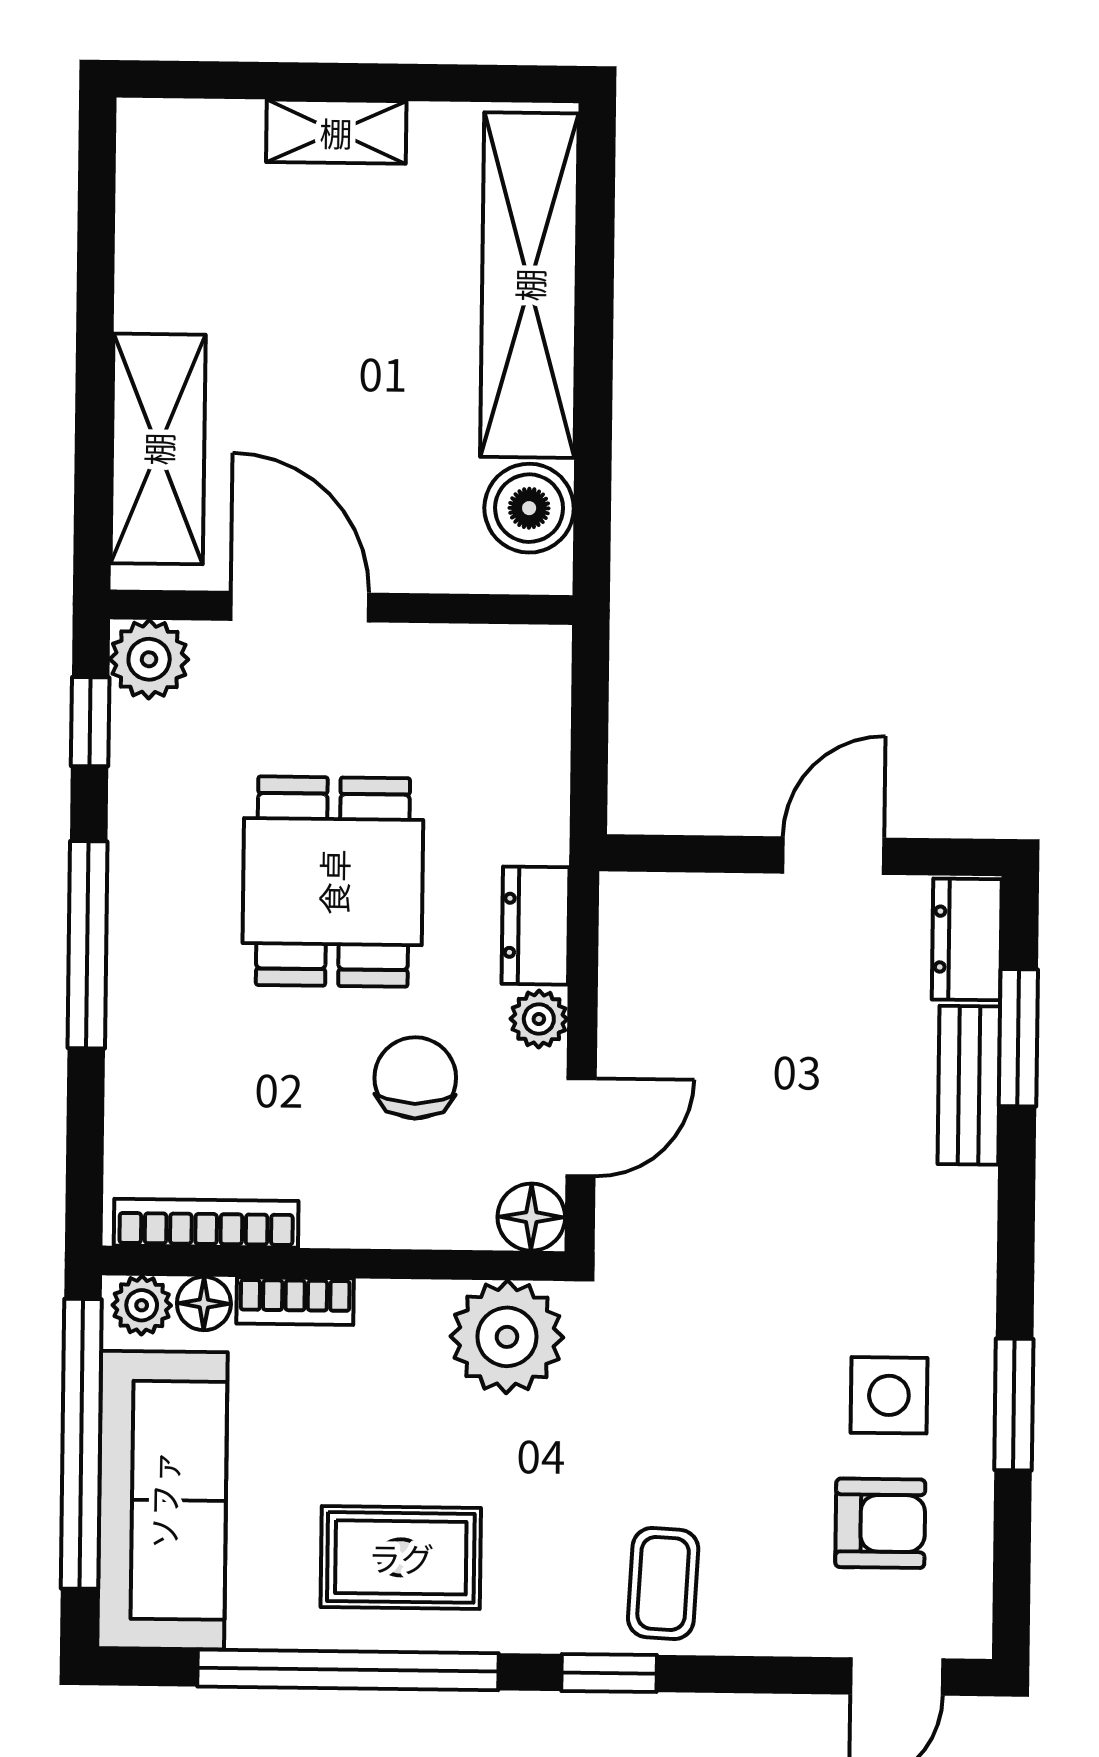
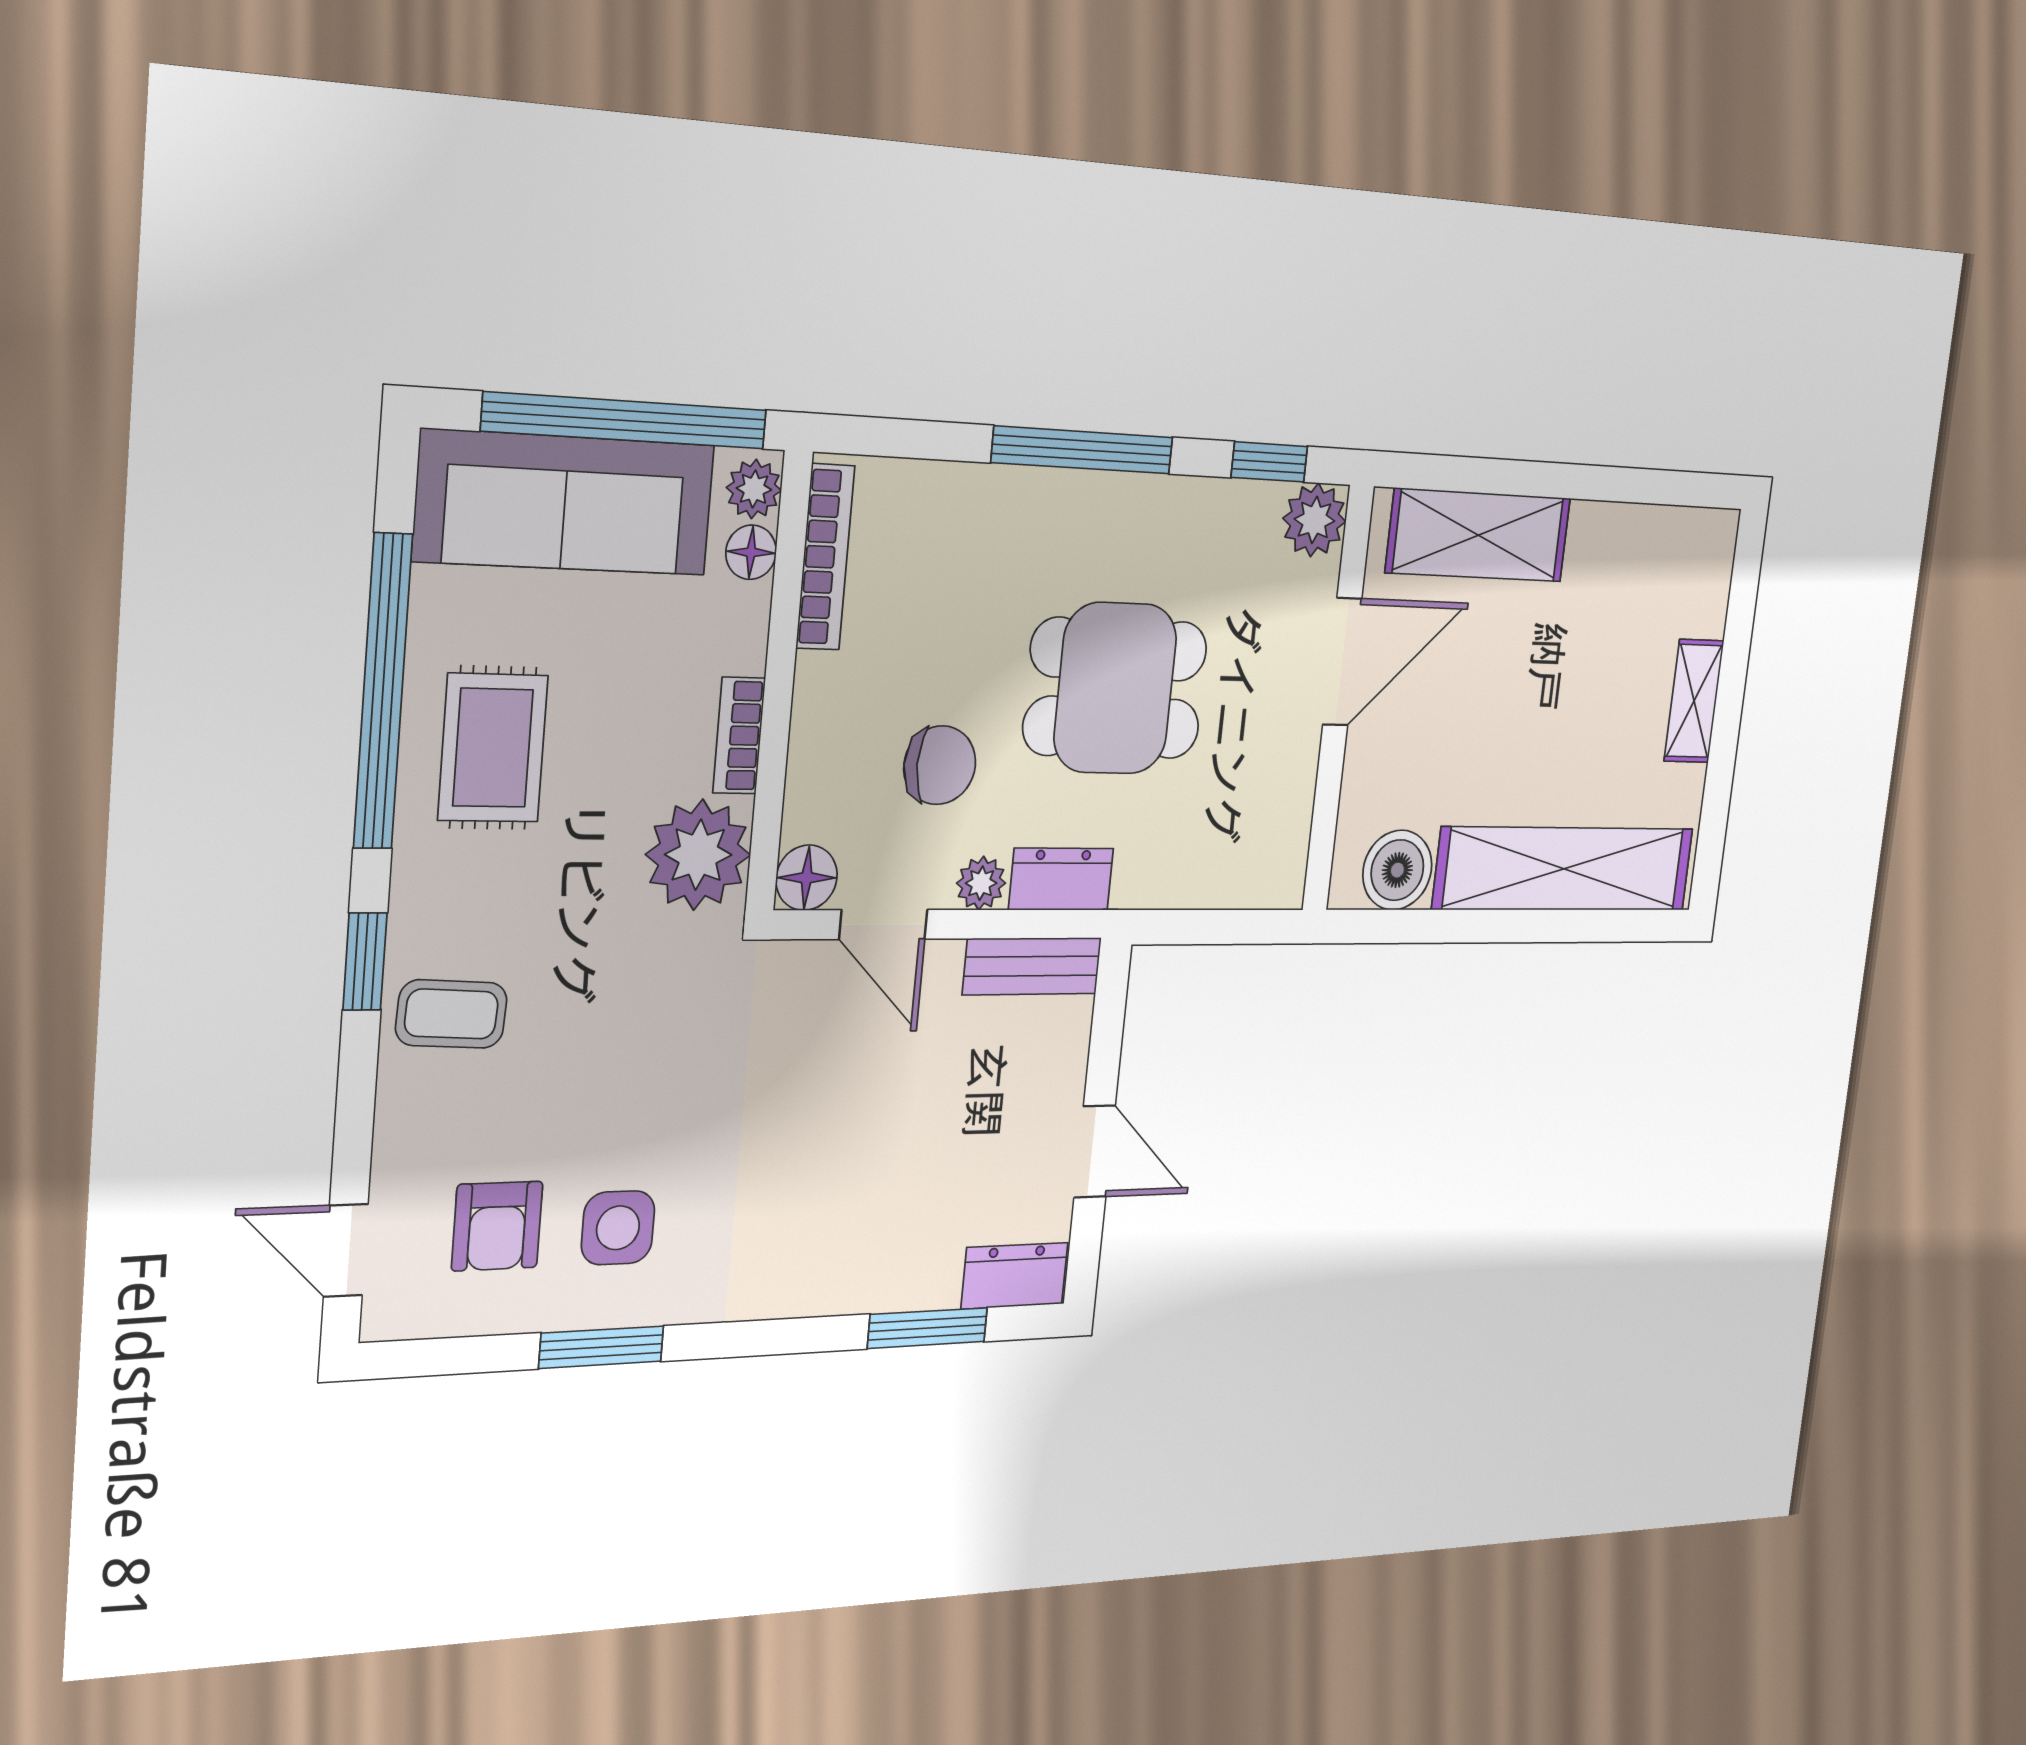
bench: (969, 1085) -> (1032, 966), moved
bookcase: (295, 1301) -> (739, 736), moved

